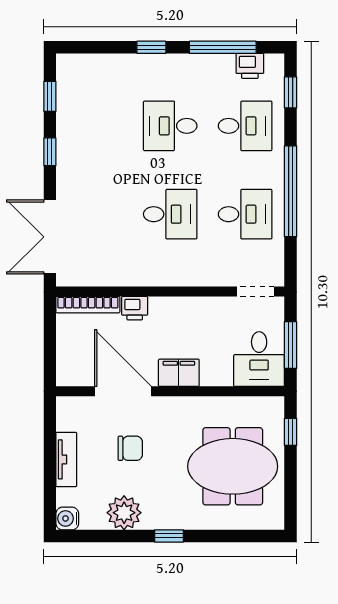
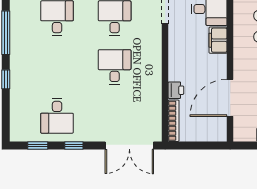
printer: (250, 66) -> (18, 15), removed
desk: (170, 126) -> (57, 116), moved
filing cabinet: (179, 373) -> (218, 40), moved

